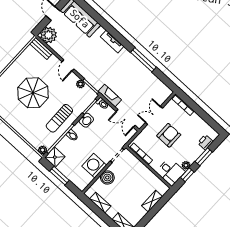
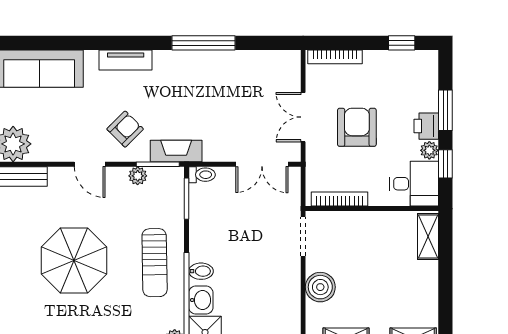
armchair: (91, 64) -> (125, 129), added
fireplace: (110, 96) -> (176, 151), moved
washbasin: (86, 120) -> (201, 300), moved
window: (210, 121) -> (402, 43), added
printer: (205, 142) -> (426, 126), moved
washing machine: (94, 166) -> (281, 287), removed
shelving: (152, 201) -> (428, 237), moved

